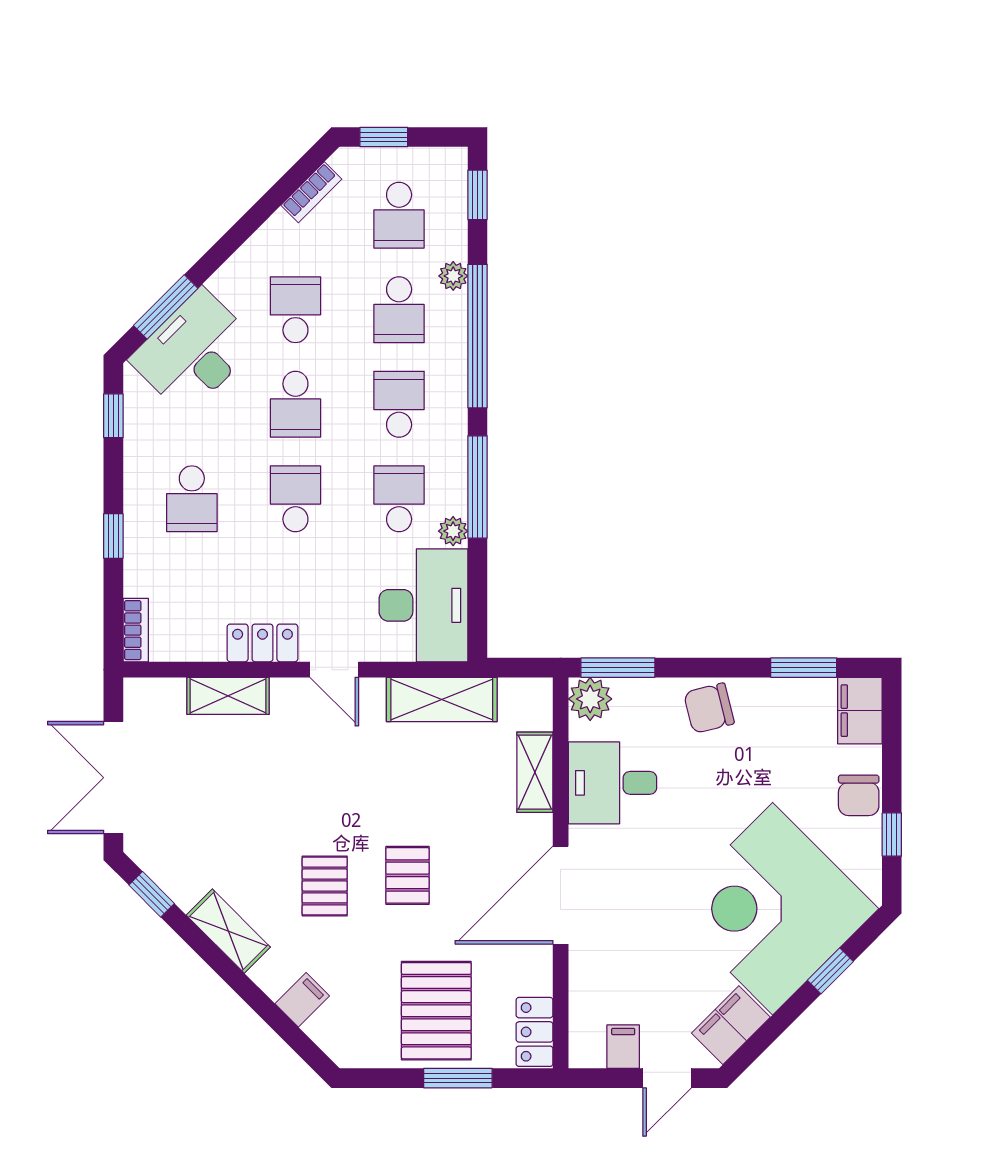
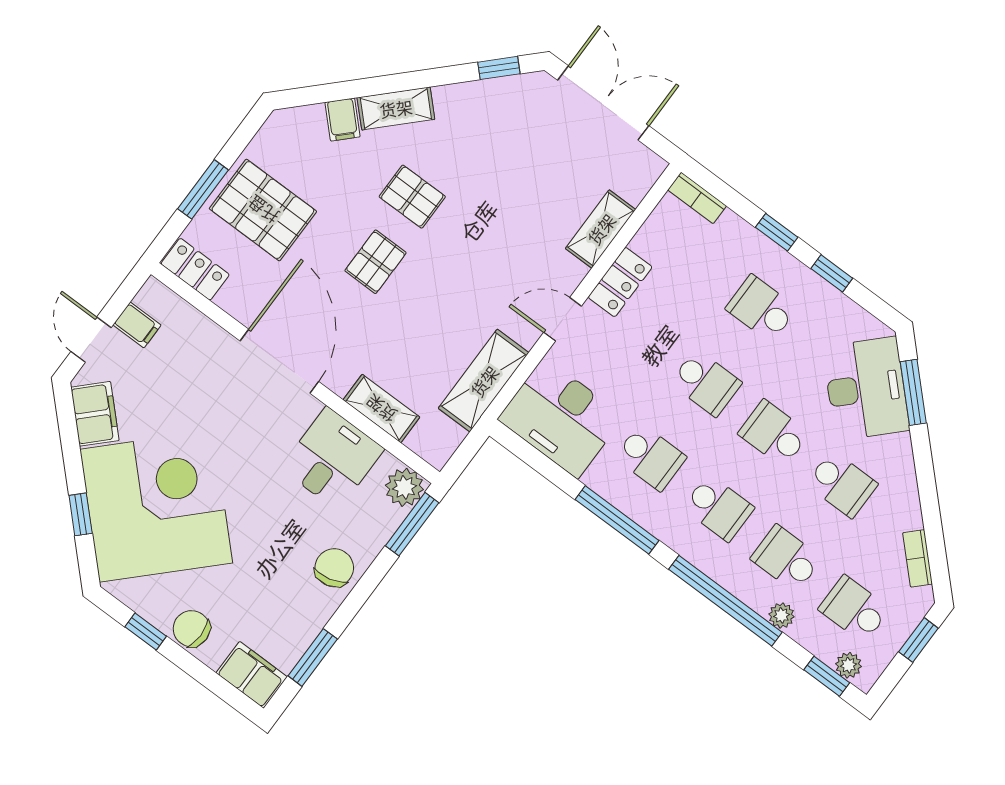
window: (113, 416) -> (832, 273), moved
plant: (453, 531) -> (849, 665), moved
pallet: (407, 875) -> (376, 262), turned 90
shelving: (228, 931) -> (396, 108), moved

